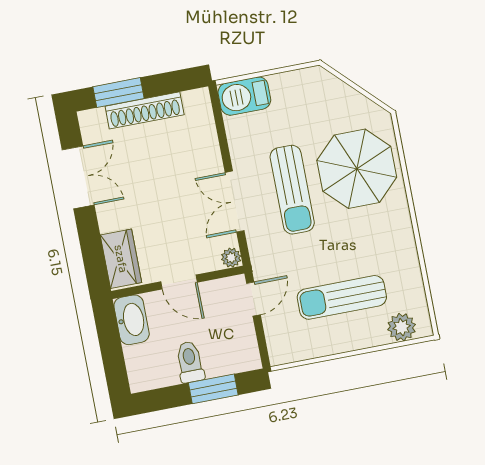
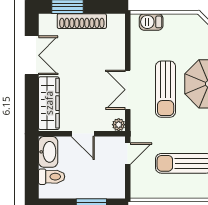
barbecue: (244, 96) -> (151, 22), width x0.73, depth x0.79
wardrobe: (121, 259) -> (49, 103), width x1.50
toilet: (190, 362) -> (52, 177), moved, turned 90

